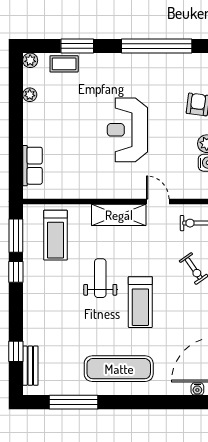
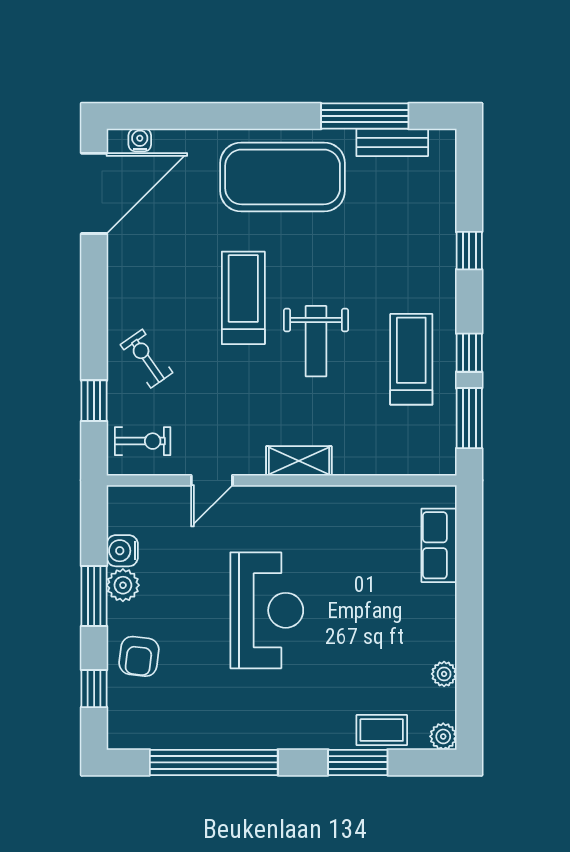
door: (158, 201) -> (212, 480), hinge flipped
shelving: (119, 215) -> (299, 461), width x0.67, depth x0.75
treadmill: (55, 235) -> (411, 359), moved
window: (16, 351) -> (469, 251), moved
bench: (30, 366) -> (392, 142), moved, turned 90
exercise mat: (119, 369) -> (283, 177), width x1.47

